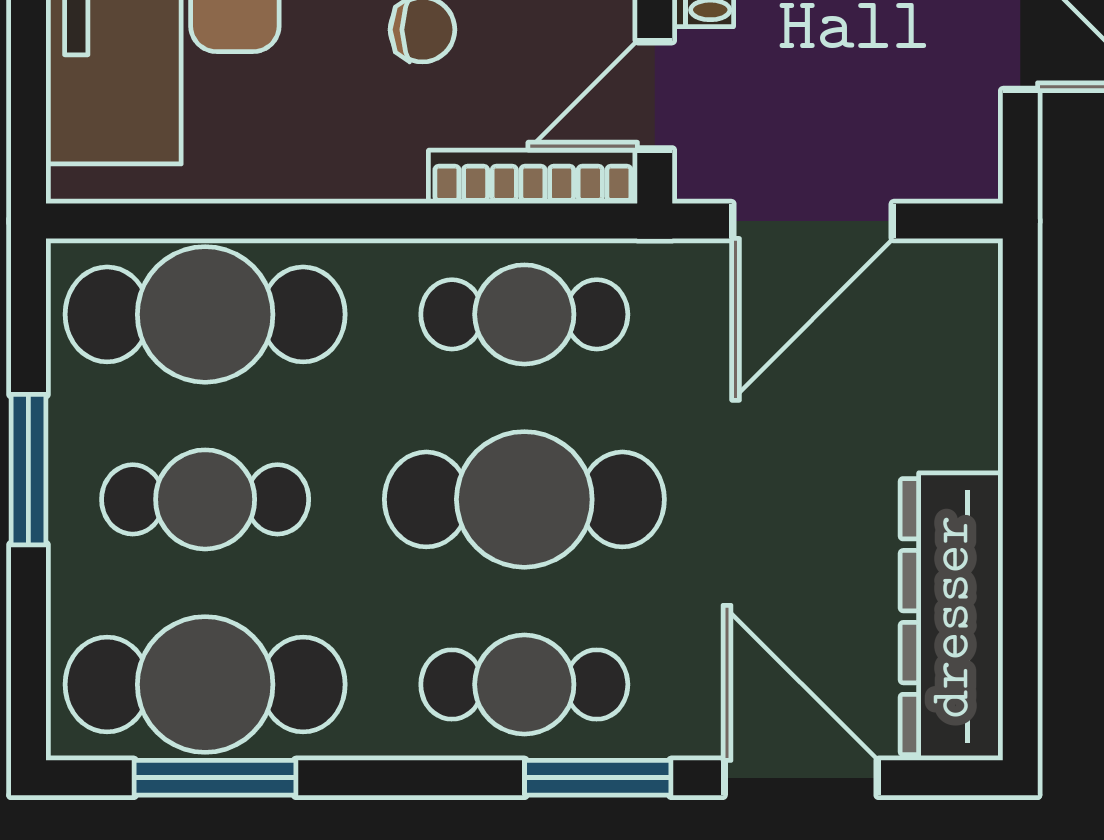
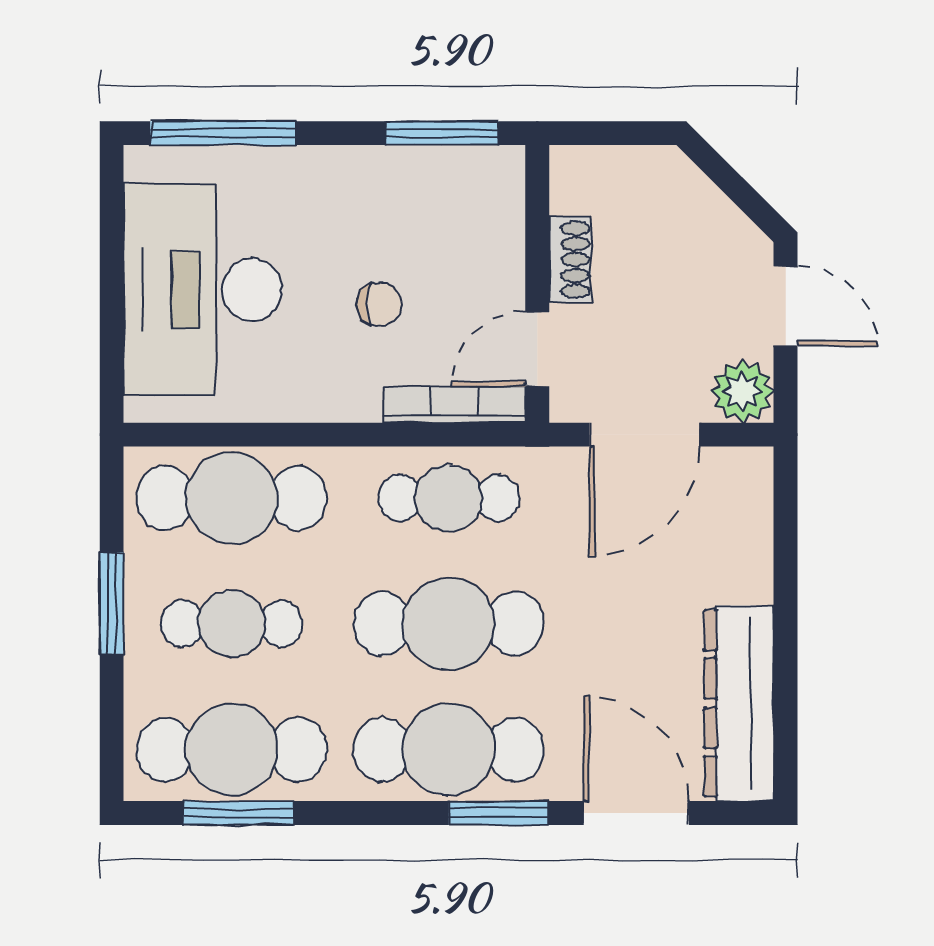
plant: (957, 157) -> (742, 391), added
cafe table: (524, 684) -> (449, 750), width x1.37, depth x1.35

